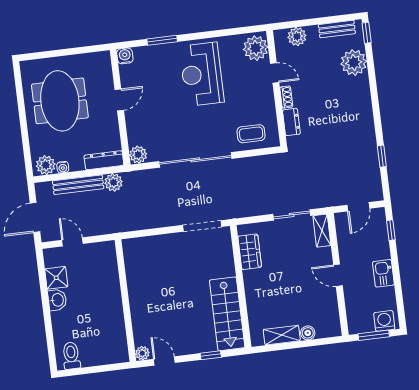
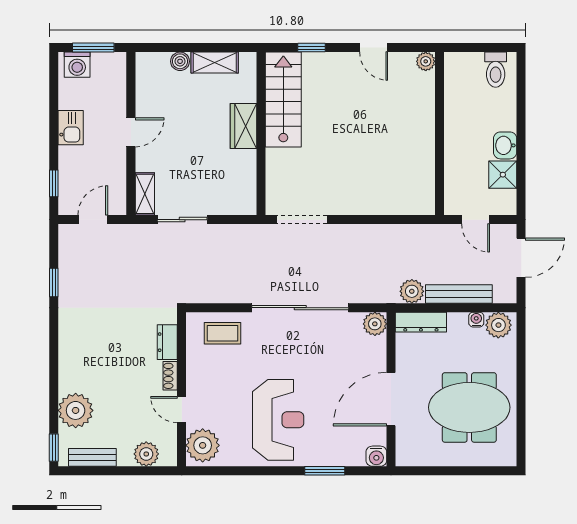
door: (119, 100) -> (391, 399), width x1.88
meeting table: (60, 101) -> (469, 407), turned 90
wardrobe: (250, 252) -> (243, 126), moved
door: (338, 275) -> (131, 132), hinge flipped
wall: (125, 301) -> (439, 134), moved
plant: (142, 353) -> (426, 61), moved

